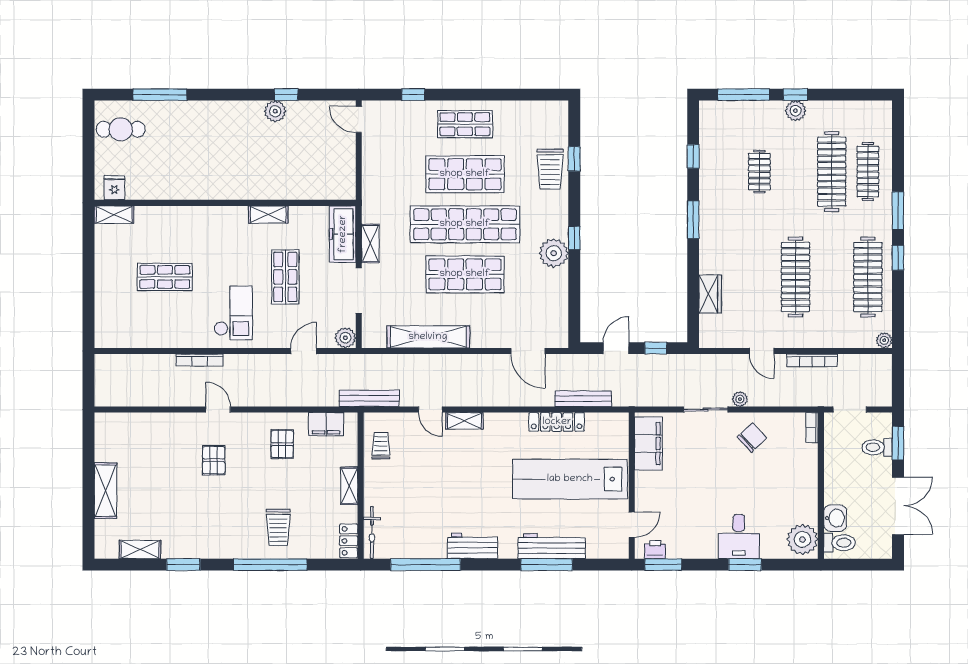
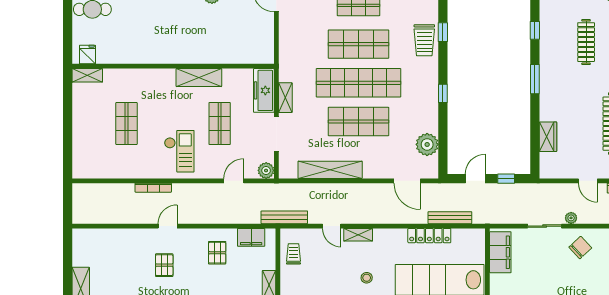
clothes rail: (759, 172) -> (586, 42), width x1.36
shelving: (268, 215) -> (199, 78), width x1.50, depth x1.33
plant: (554, 253) -> (427, 144), moved
shop shelf: (165, 277) -> (127, 124), turned 90
door: (218, 410) -> (168, 226), hinge flipped
stool: (475, 476) -> (367, 278), added

